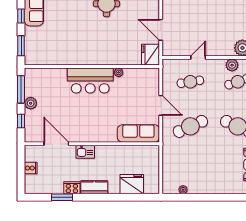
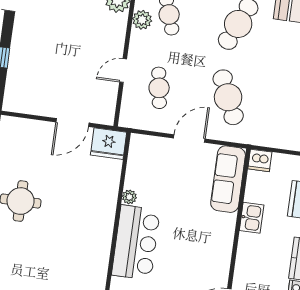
door: (198, 58) -> (123, 70), hinge flipped
kitchen sink: (85, 152) -> (252, 218), moved
dishwasher: (153, 152) -> (260, 160), added

